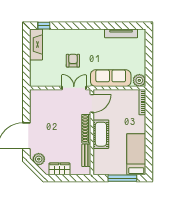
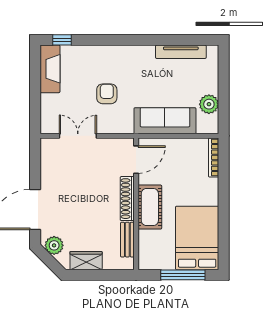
plant: (139, 80) -> (209, 104), moved
double door: (74, 88) -> (78, 136), moved
bed: (136, 154) -> (197, 238), width x1.50

